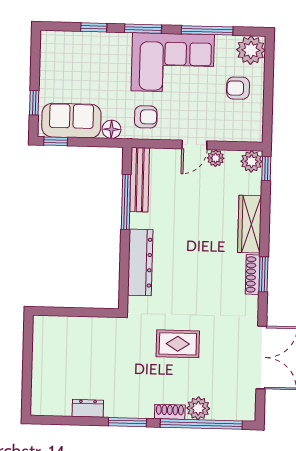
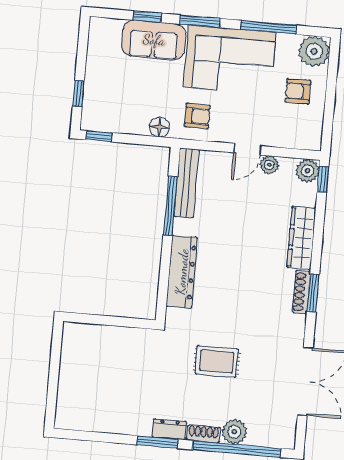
sofa: (71, 121) -> (154, 40), moved, turned 180
dresser: (88, 408) -> (169, 429), moved

